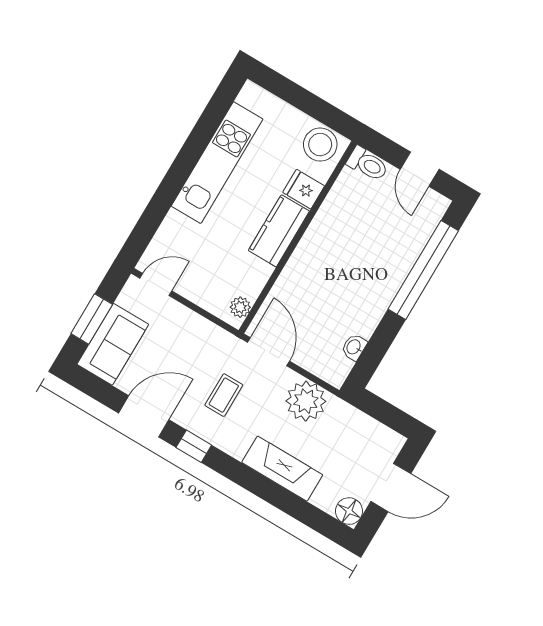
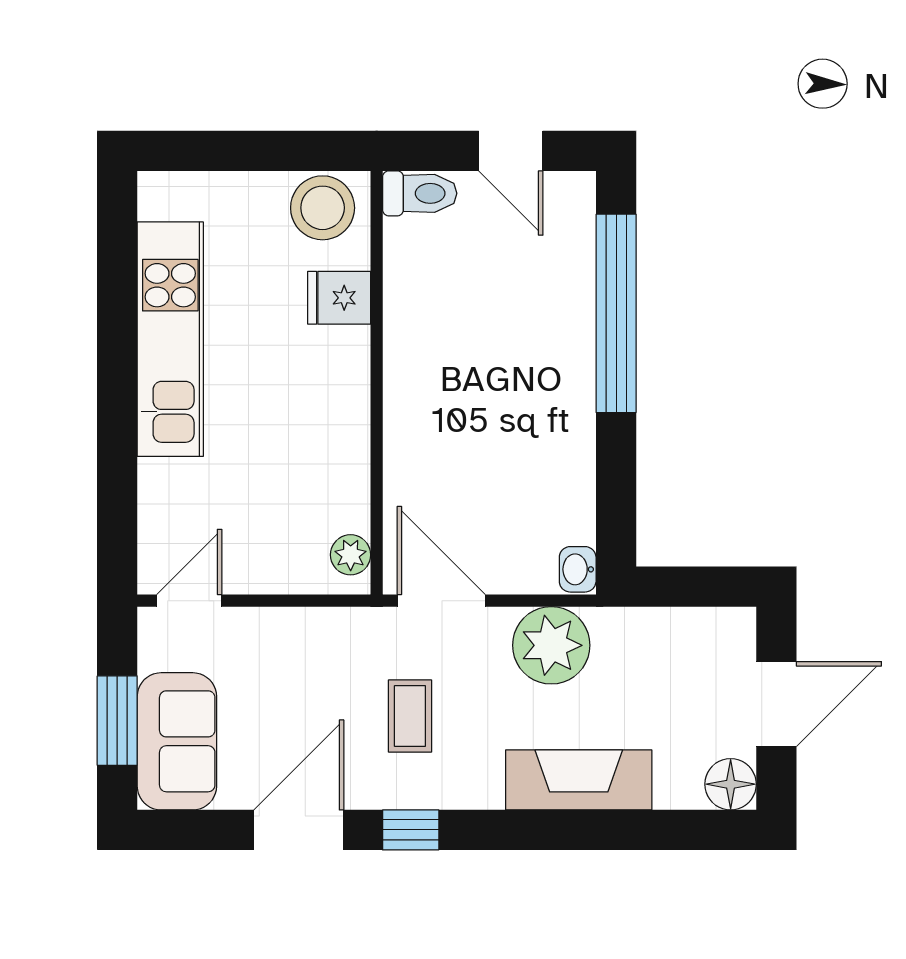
kitchen counter: (279, 231) -> (339, 391), removed
washbasin: (354, 347) -> (578, 569), moved

